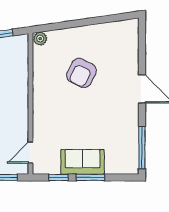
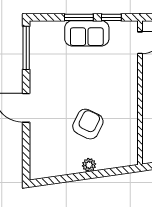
plant: (40, 39) -> (89, 165), moved

